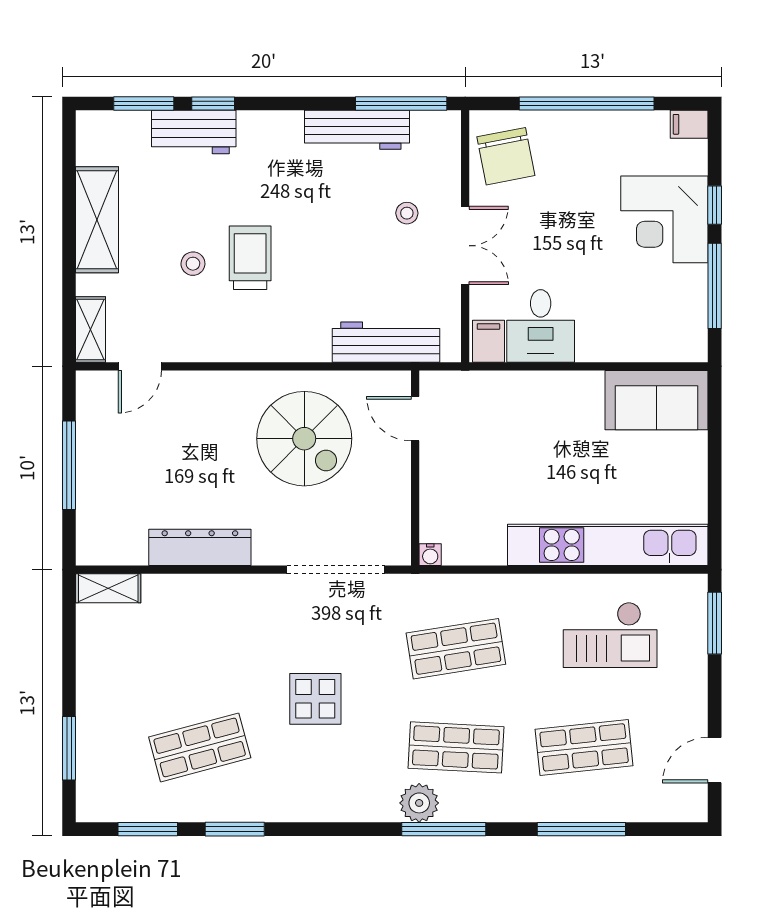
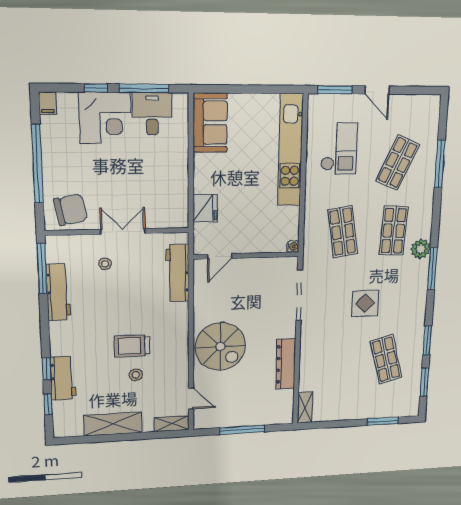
window: (144, 103) -> (48, 404), width x0.67
desk: (541, 326) -> (152, 114), moved, turned -90
filing cabinet: (488, 341) -> (177, 218), removed
fridge: (505, 392) -> (205, 208), added
spiral stairs: (304, 439) -> (220, 346), moved, turned 90
shop shelf: (584, 747) -> (398, 163), turned 30
door: (715, 760) -> (377, 90), moved
window: (444, 829) -> (432, 269), moved

